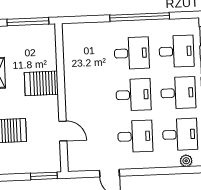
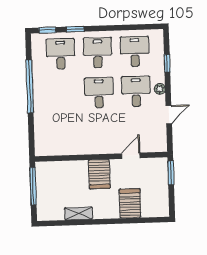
desk: (132, 53) -> (62, 94), removed
server rack: (41, 83) -> (99, 174), moved
plant: (186, 161) -> (160, 89), moved
window: (167, 171) -> (167, 63), added

